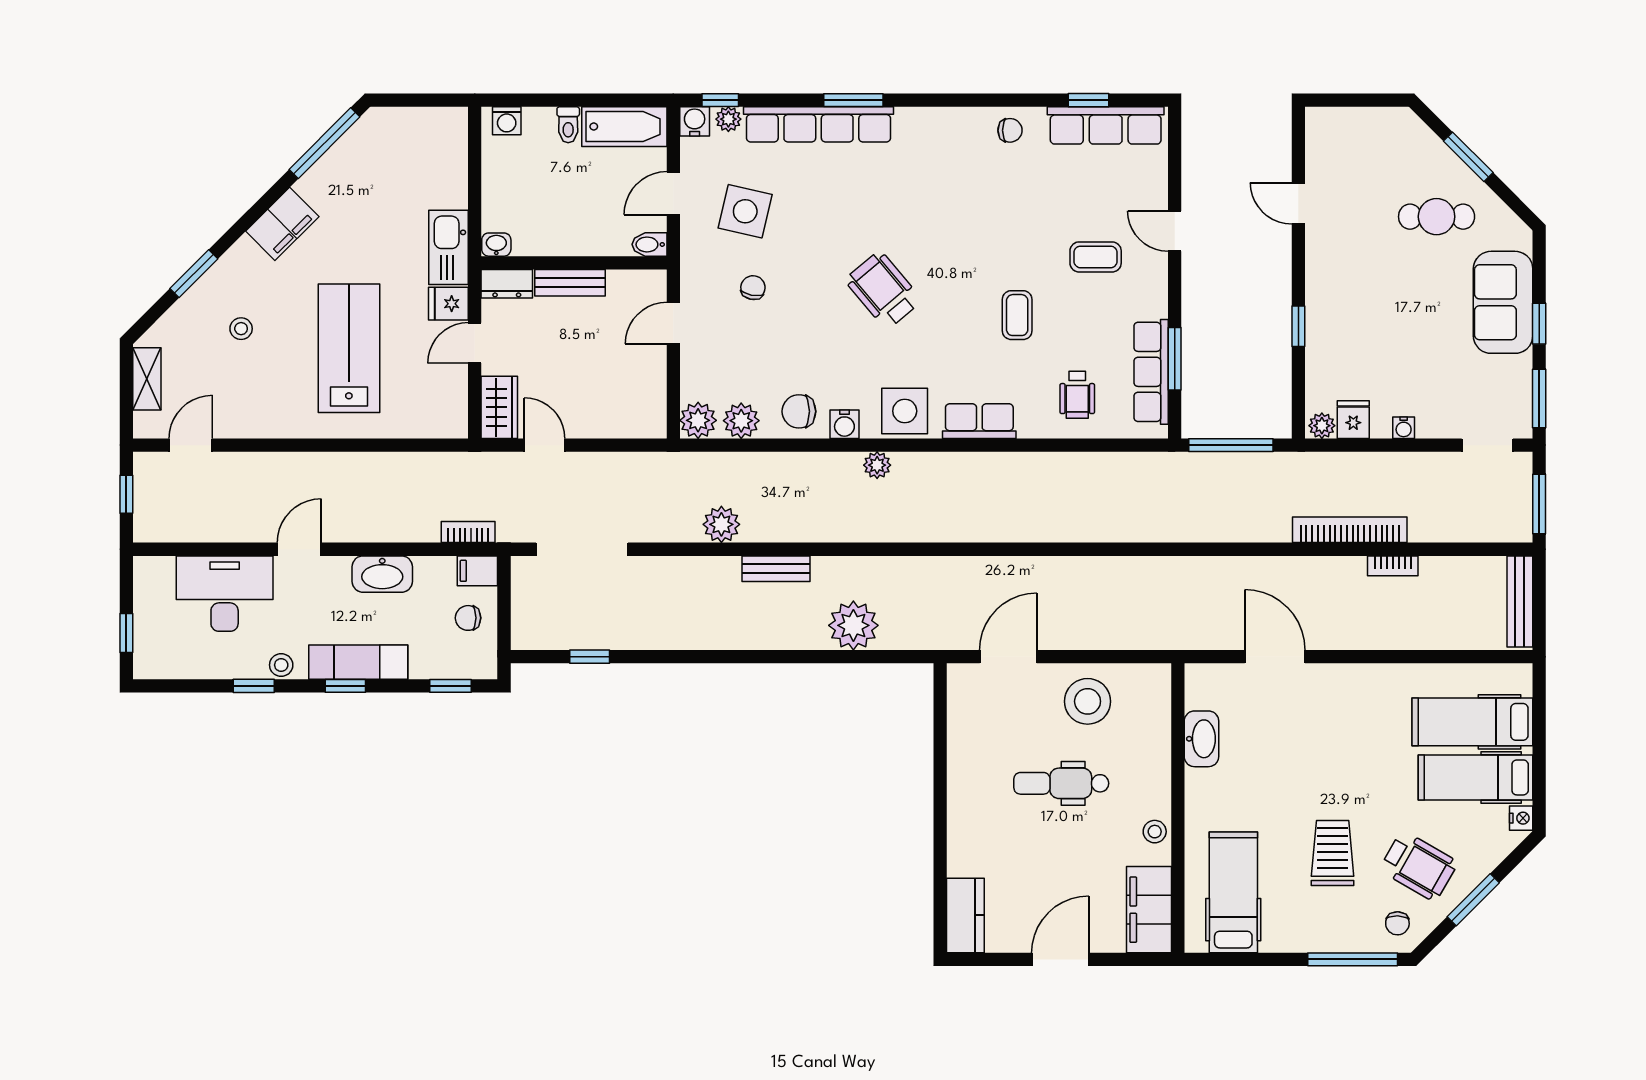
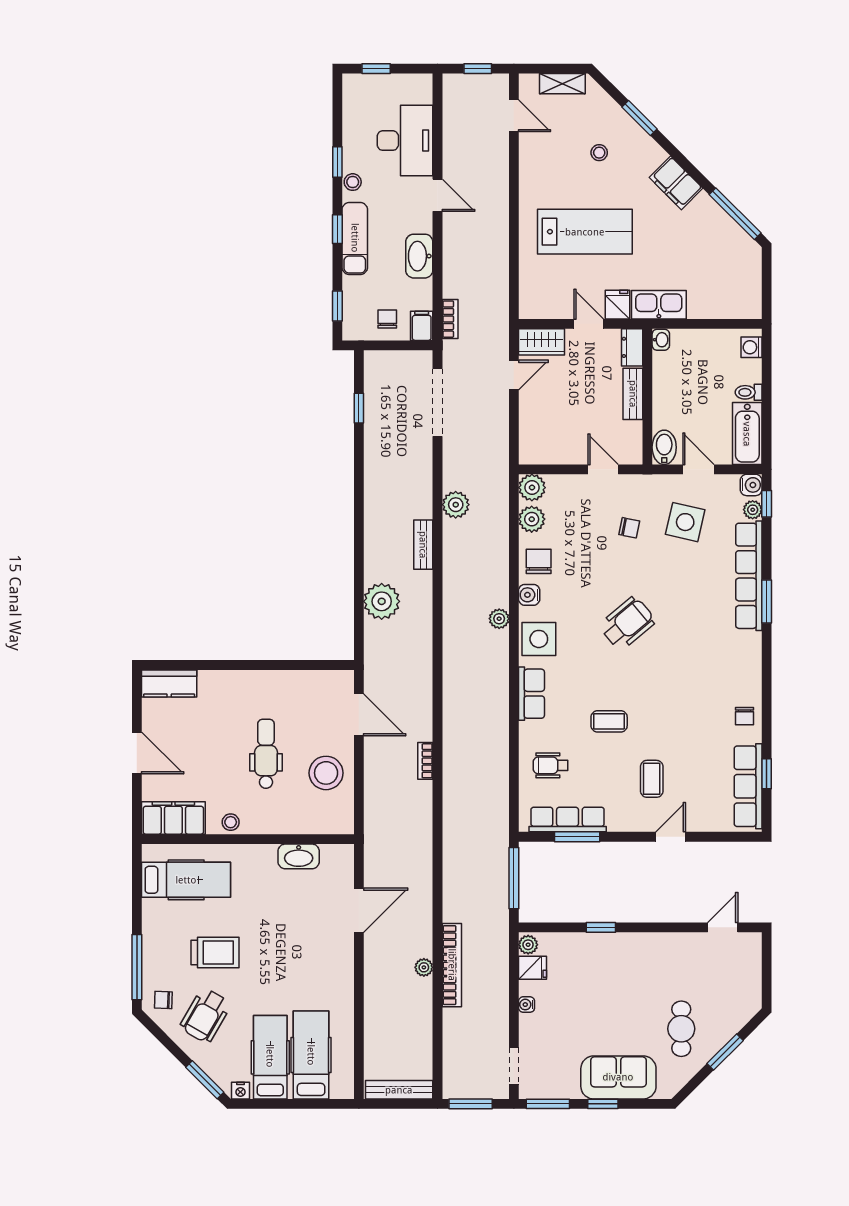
door: (1298, 203) -> (723, 927), moved
bidet: (649, 244) -> (664, 447), width x1.38, depth x1.36
bookcase: (1393, 566) -> (425, 761), moved
plant: (1353, 568) -> (424, 967), added
window: (1473, 900) -> (205, 1080), moved

